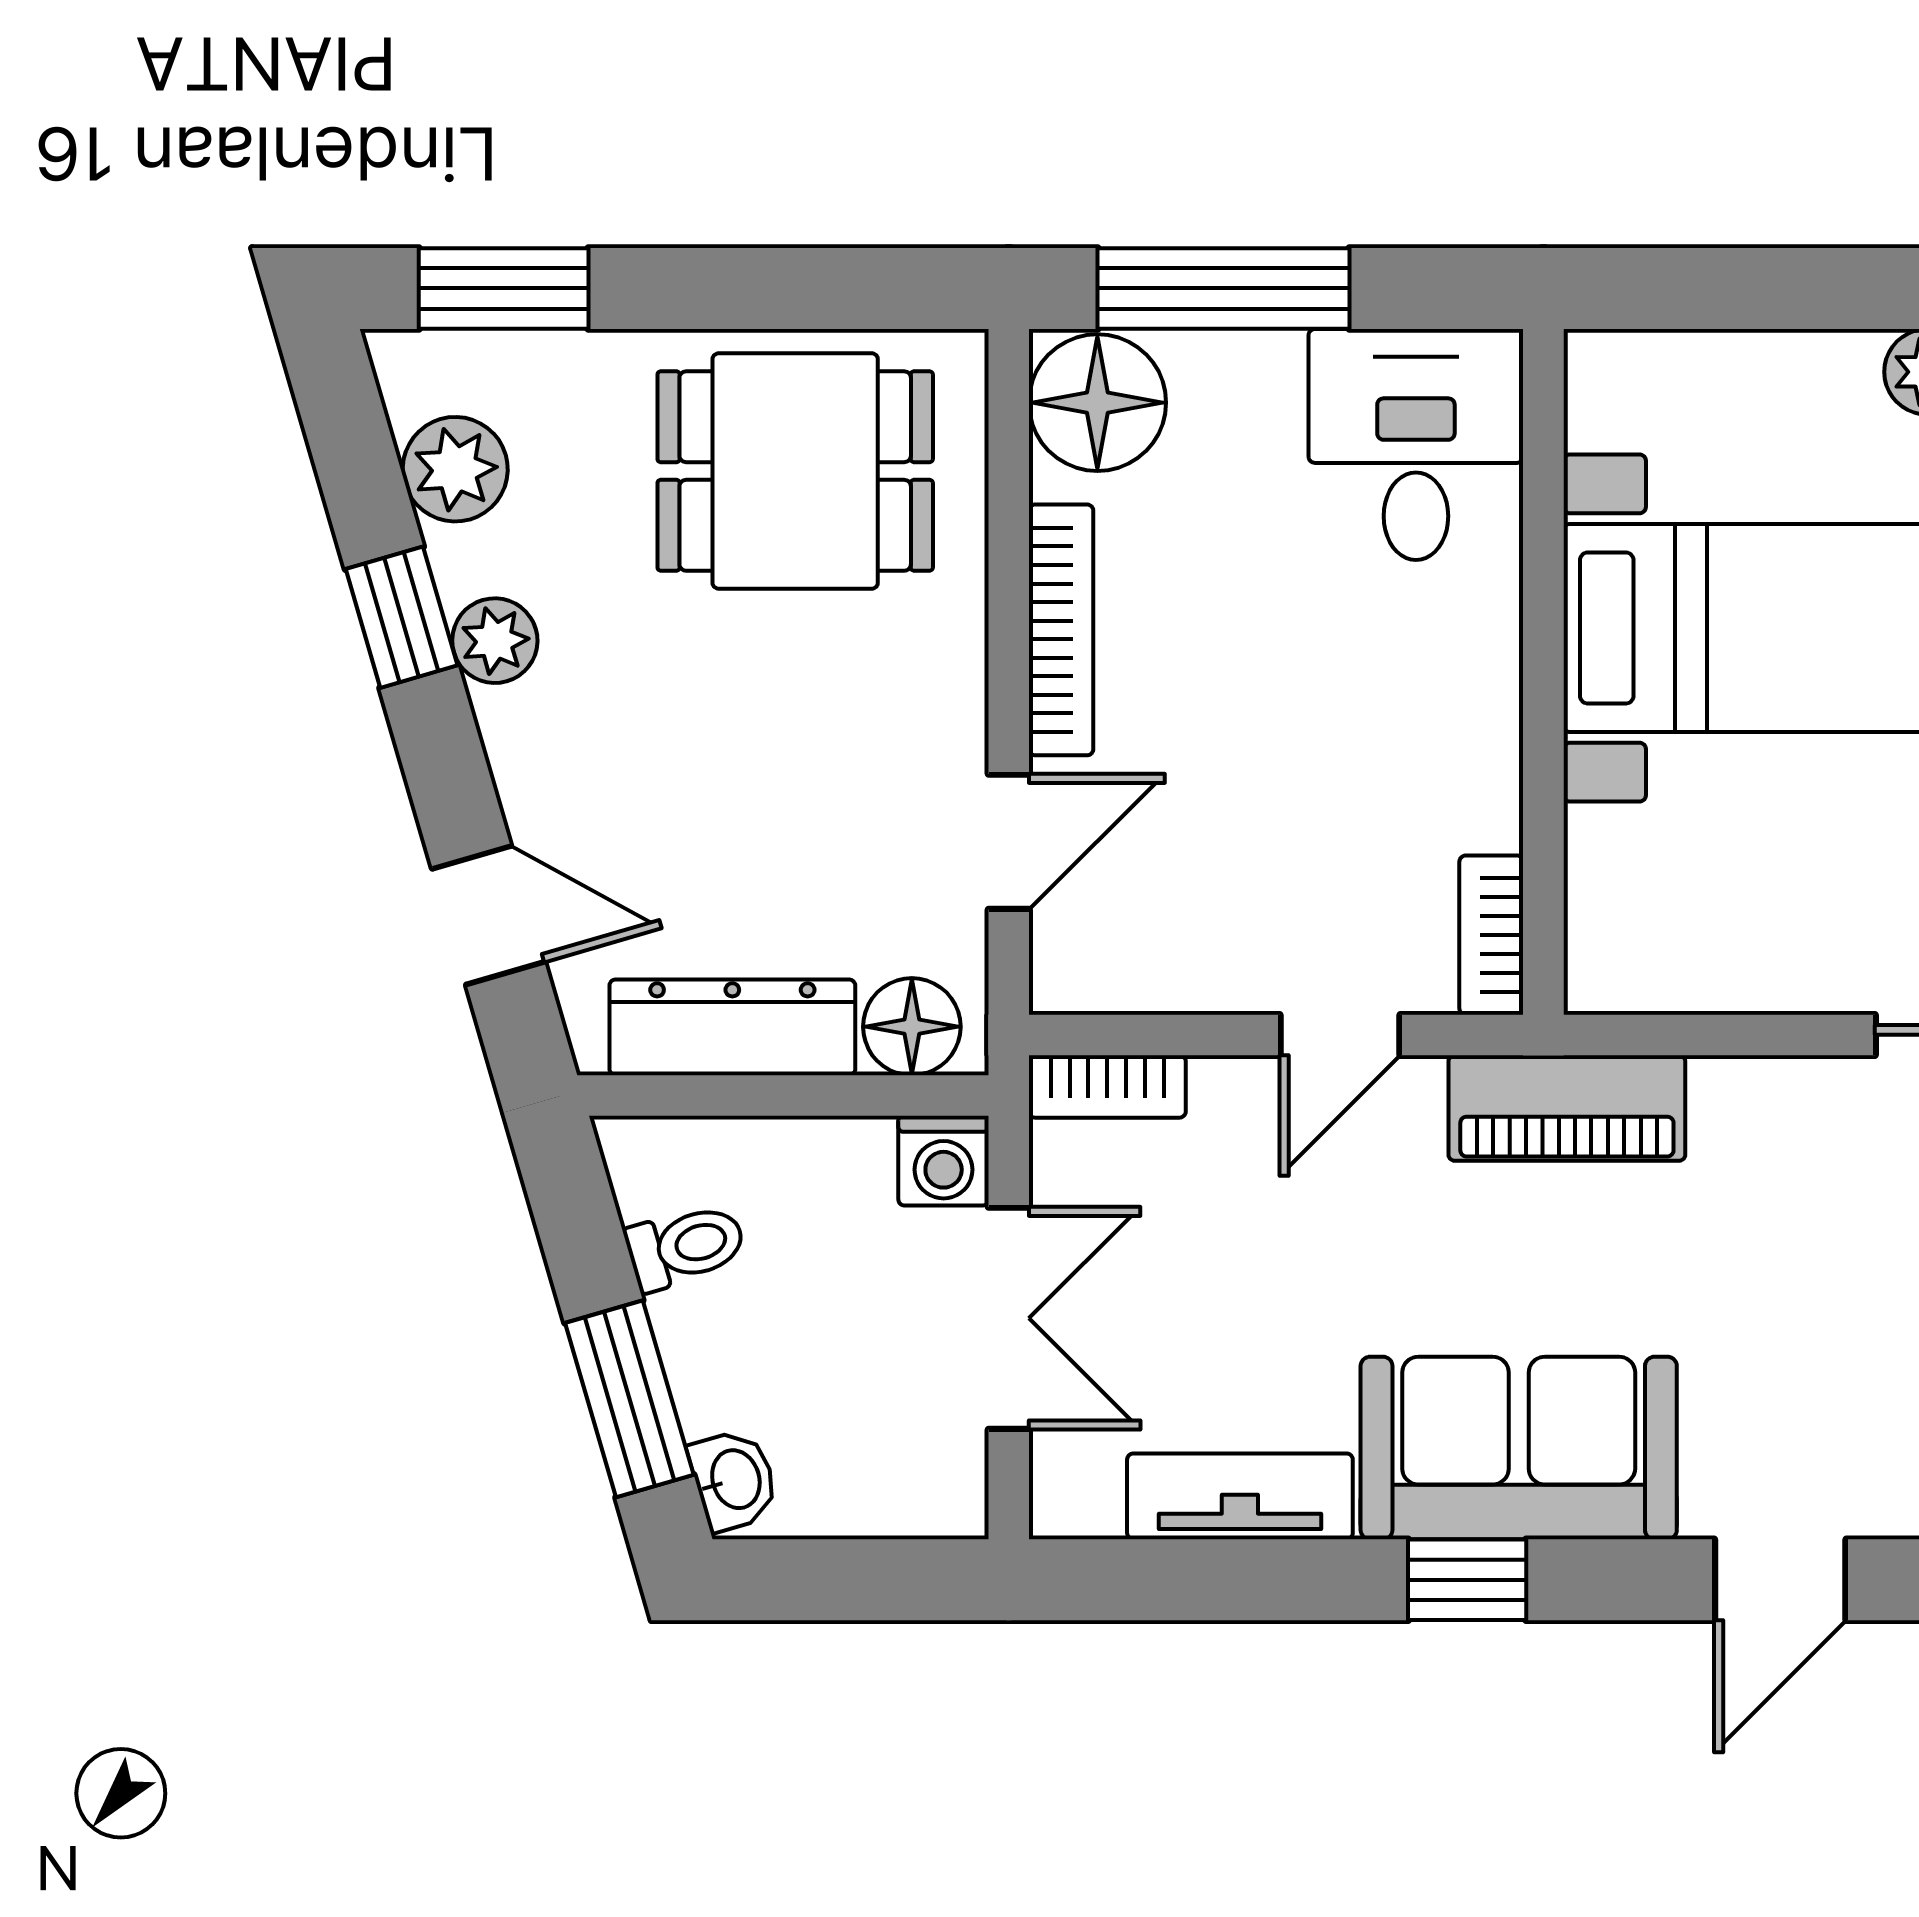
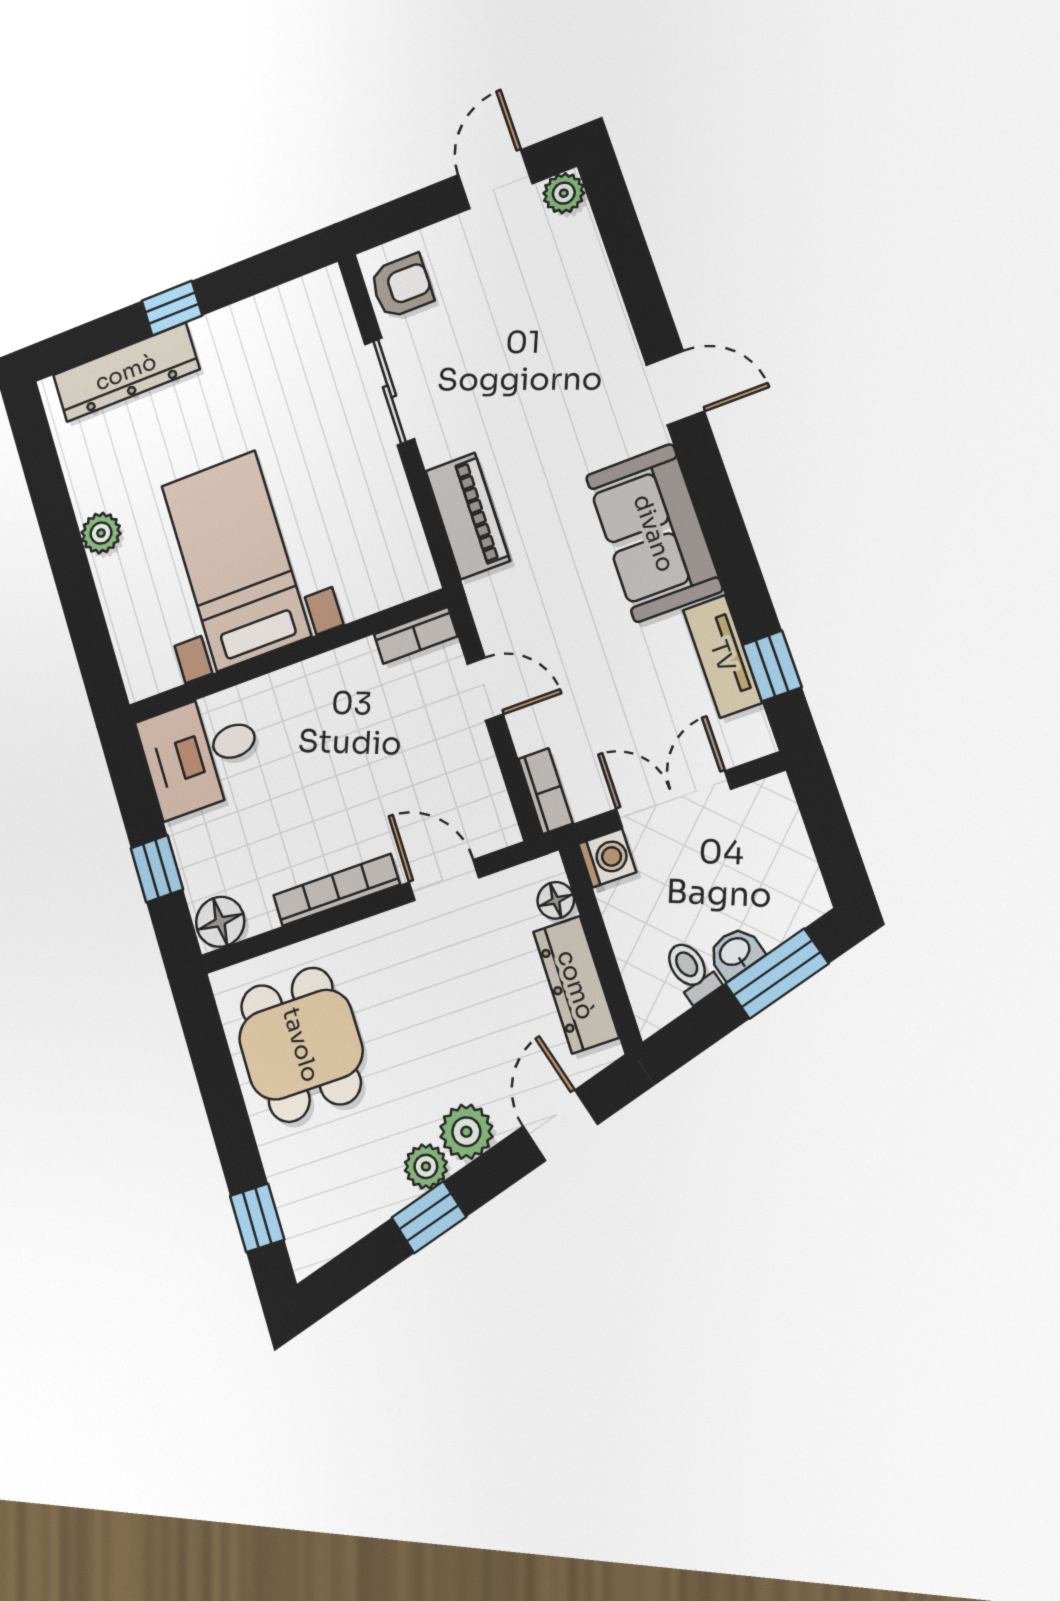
window: (504, 288) -> (257, 1218), width x0.67
window: (1223, 288) -> (157, 869), width x0.46
floor lamp: (1097, 403) -> (220, 922), width x0.73, depth x0.73
plant: (455, 469) -> (466, 1132), moved
floor lamp: (912, 1027) -> (556, 900), width x0.73, depth x0.73
piano: (1567, 1108) -> (468, 516), moved
washbasin: (734, 1480) -> (735, 953), moved
window: (1467, 1580) -> (772, 666), moved

